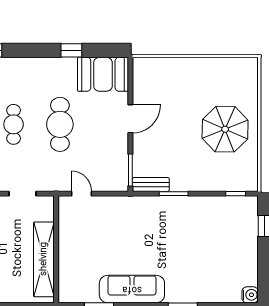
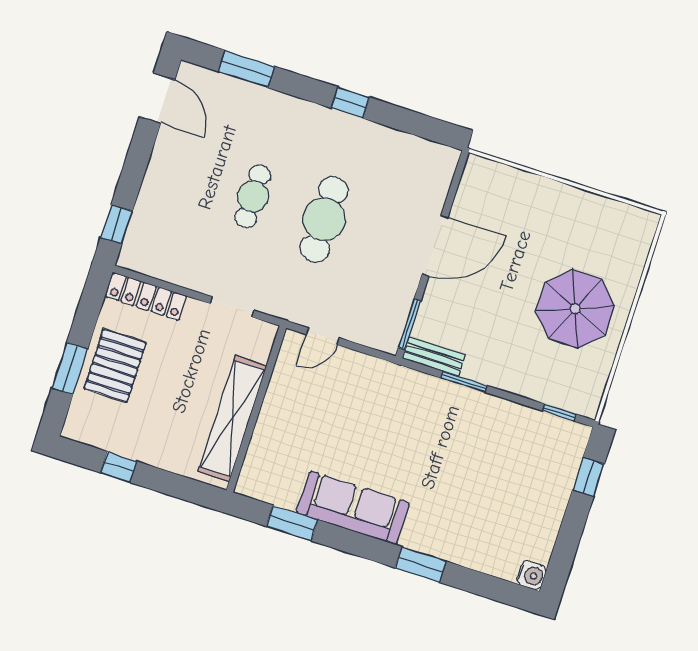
window: (71, 50) -> (350, 103), moved
booth: (103, 74) -> (415, 164), removed
door: (130, 119) -> (435, 246), width x1.36
door: (82, 194) -> (323, 336), swing flipped

